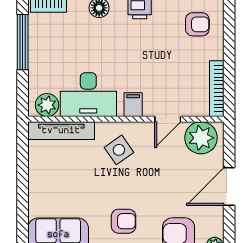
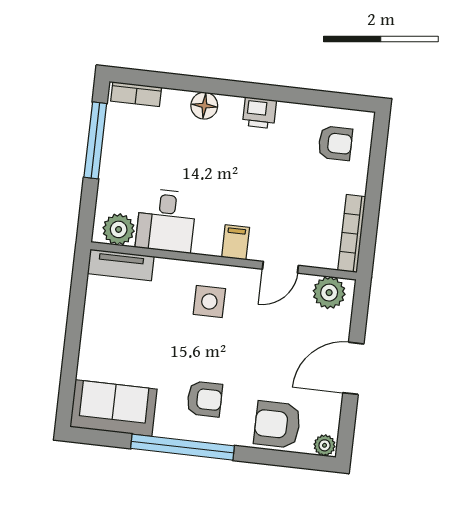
desk: (88, 95) -> (166, 220), width x0.73
tv unit: (61, 131) -> (121, 265), width x0.71
plant: (201, 138) -> (329, 293), width x0.73, depth x0.73
side table: (119, 150) -> (209, 301), turned 35

